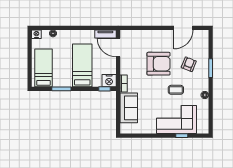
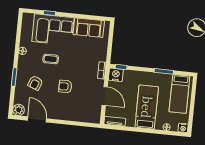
door: (183, 28) -> (37, 119), hinge flipped
plant: (203, 36) -> (19, 110), added
door: (118, 48) -> (105, 96), moved
armchair: (158, 64) -> (65, 87), width x0.53, depth x0.53
bed: (82, 65) -> (147, 107), moved, turned 180
sofa: (129, 108) -> (89, 28), moved, turned -90

